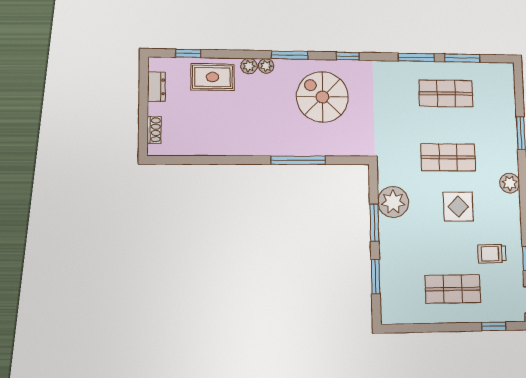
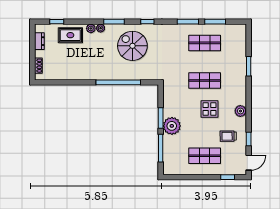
window: (298, 160) -> (118, 82), width x1.46
plant: (510, 183) -> (240, 111), moved
plant: (393, 202) -> (172, 126), moved
window: (376, 277) -> (161, 148), width x1.44

